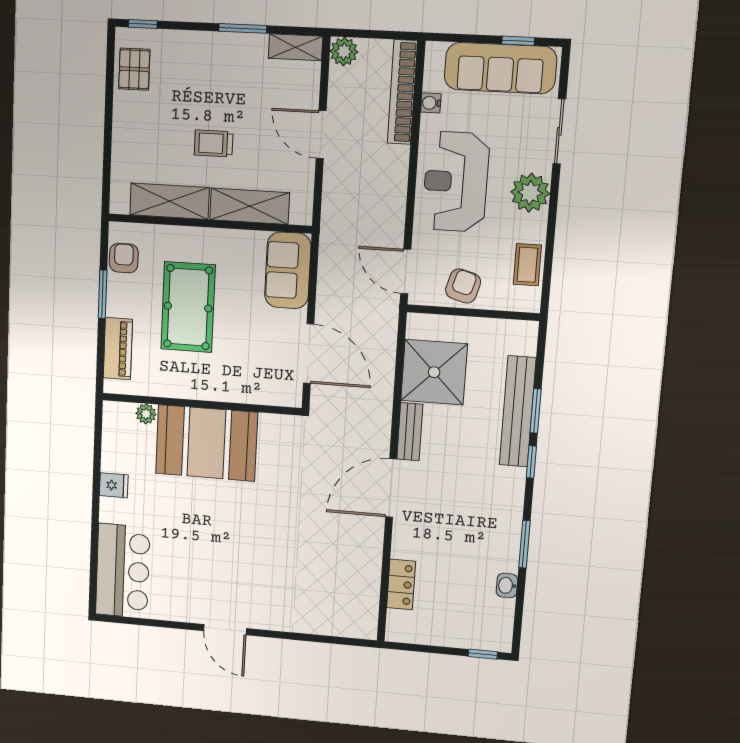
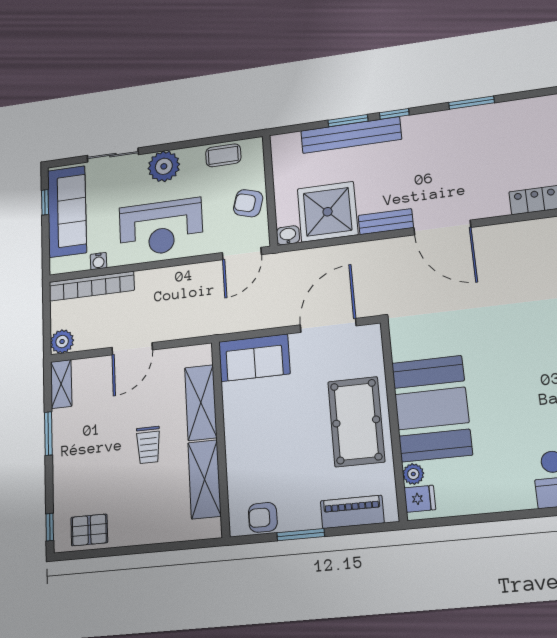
pool table: (188, 307) -> (356, 421), moved, turned 90
fridge: (114, 485) -> (420, 499), moved, turned 90
washbasin: (507, 585) -> (288, 235), moved, turned 180

